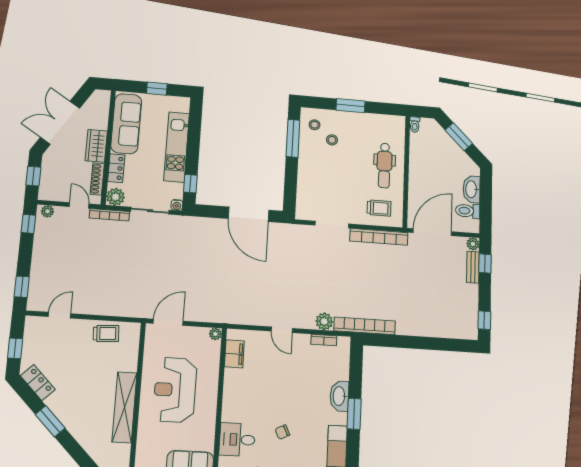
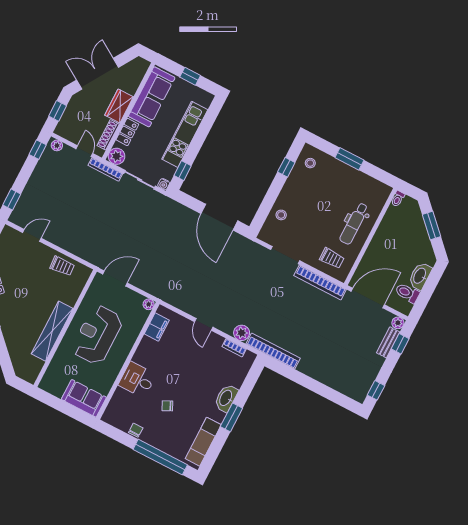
window: (293, 138) -> (286, 167), width x0.46
stool: (332, 140) -> (281, 215), moved
desk: (237, 440) -> (137, 380), moved

